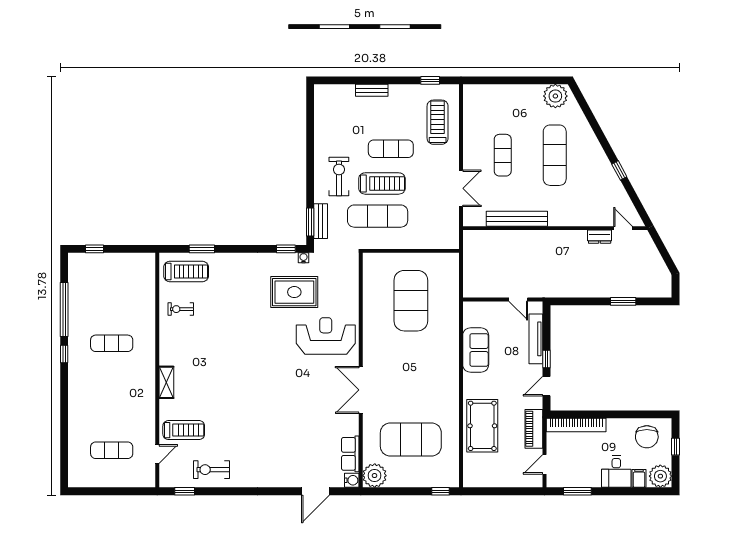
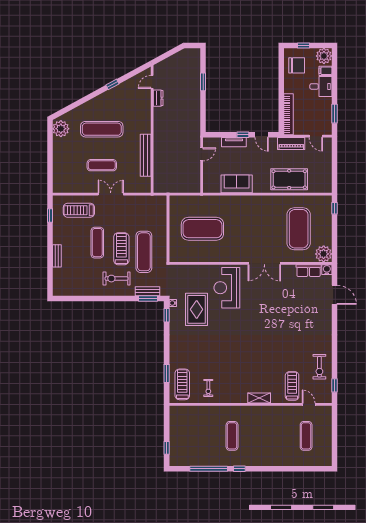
double door: (461, 188) -> (111, 194), moved
tv unit: (536, 339) -> (234, 142), width x0.71

